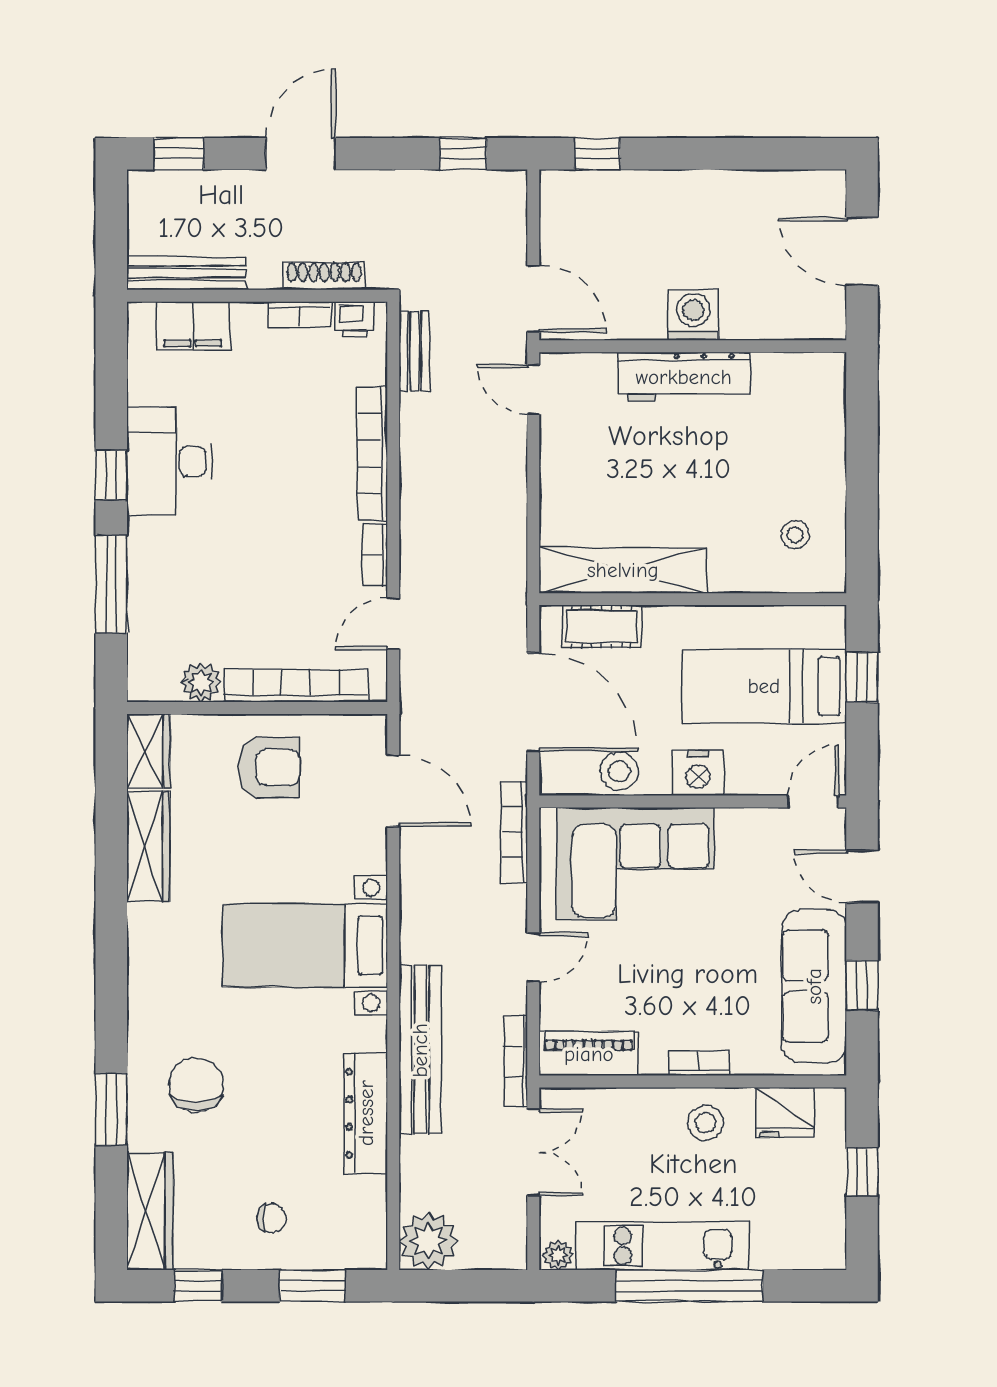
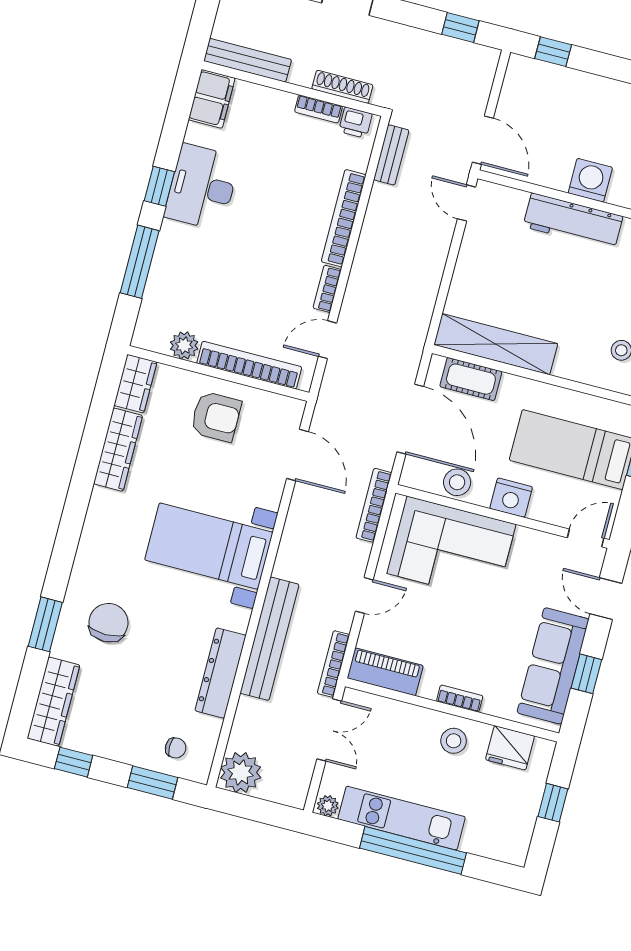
filing cabinet: (193, 326) -> (212, 99), moved, turned -90
chair: (272, 1218) -> (176, 748), moved

